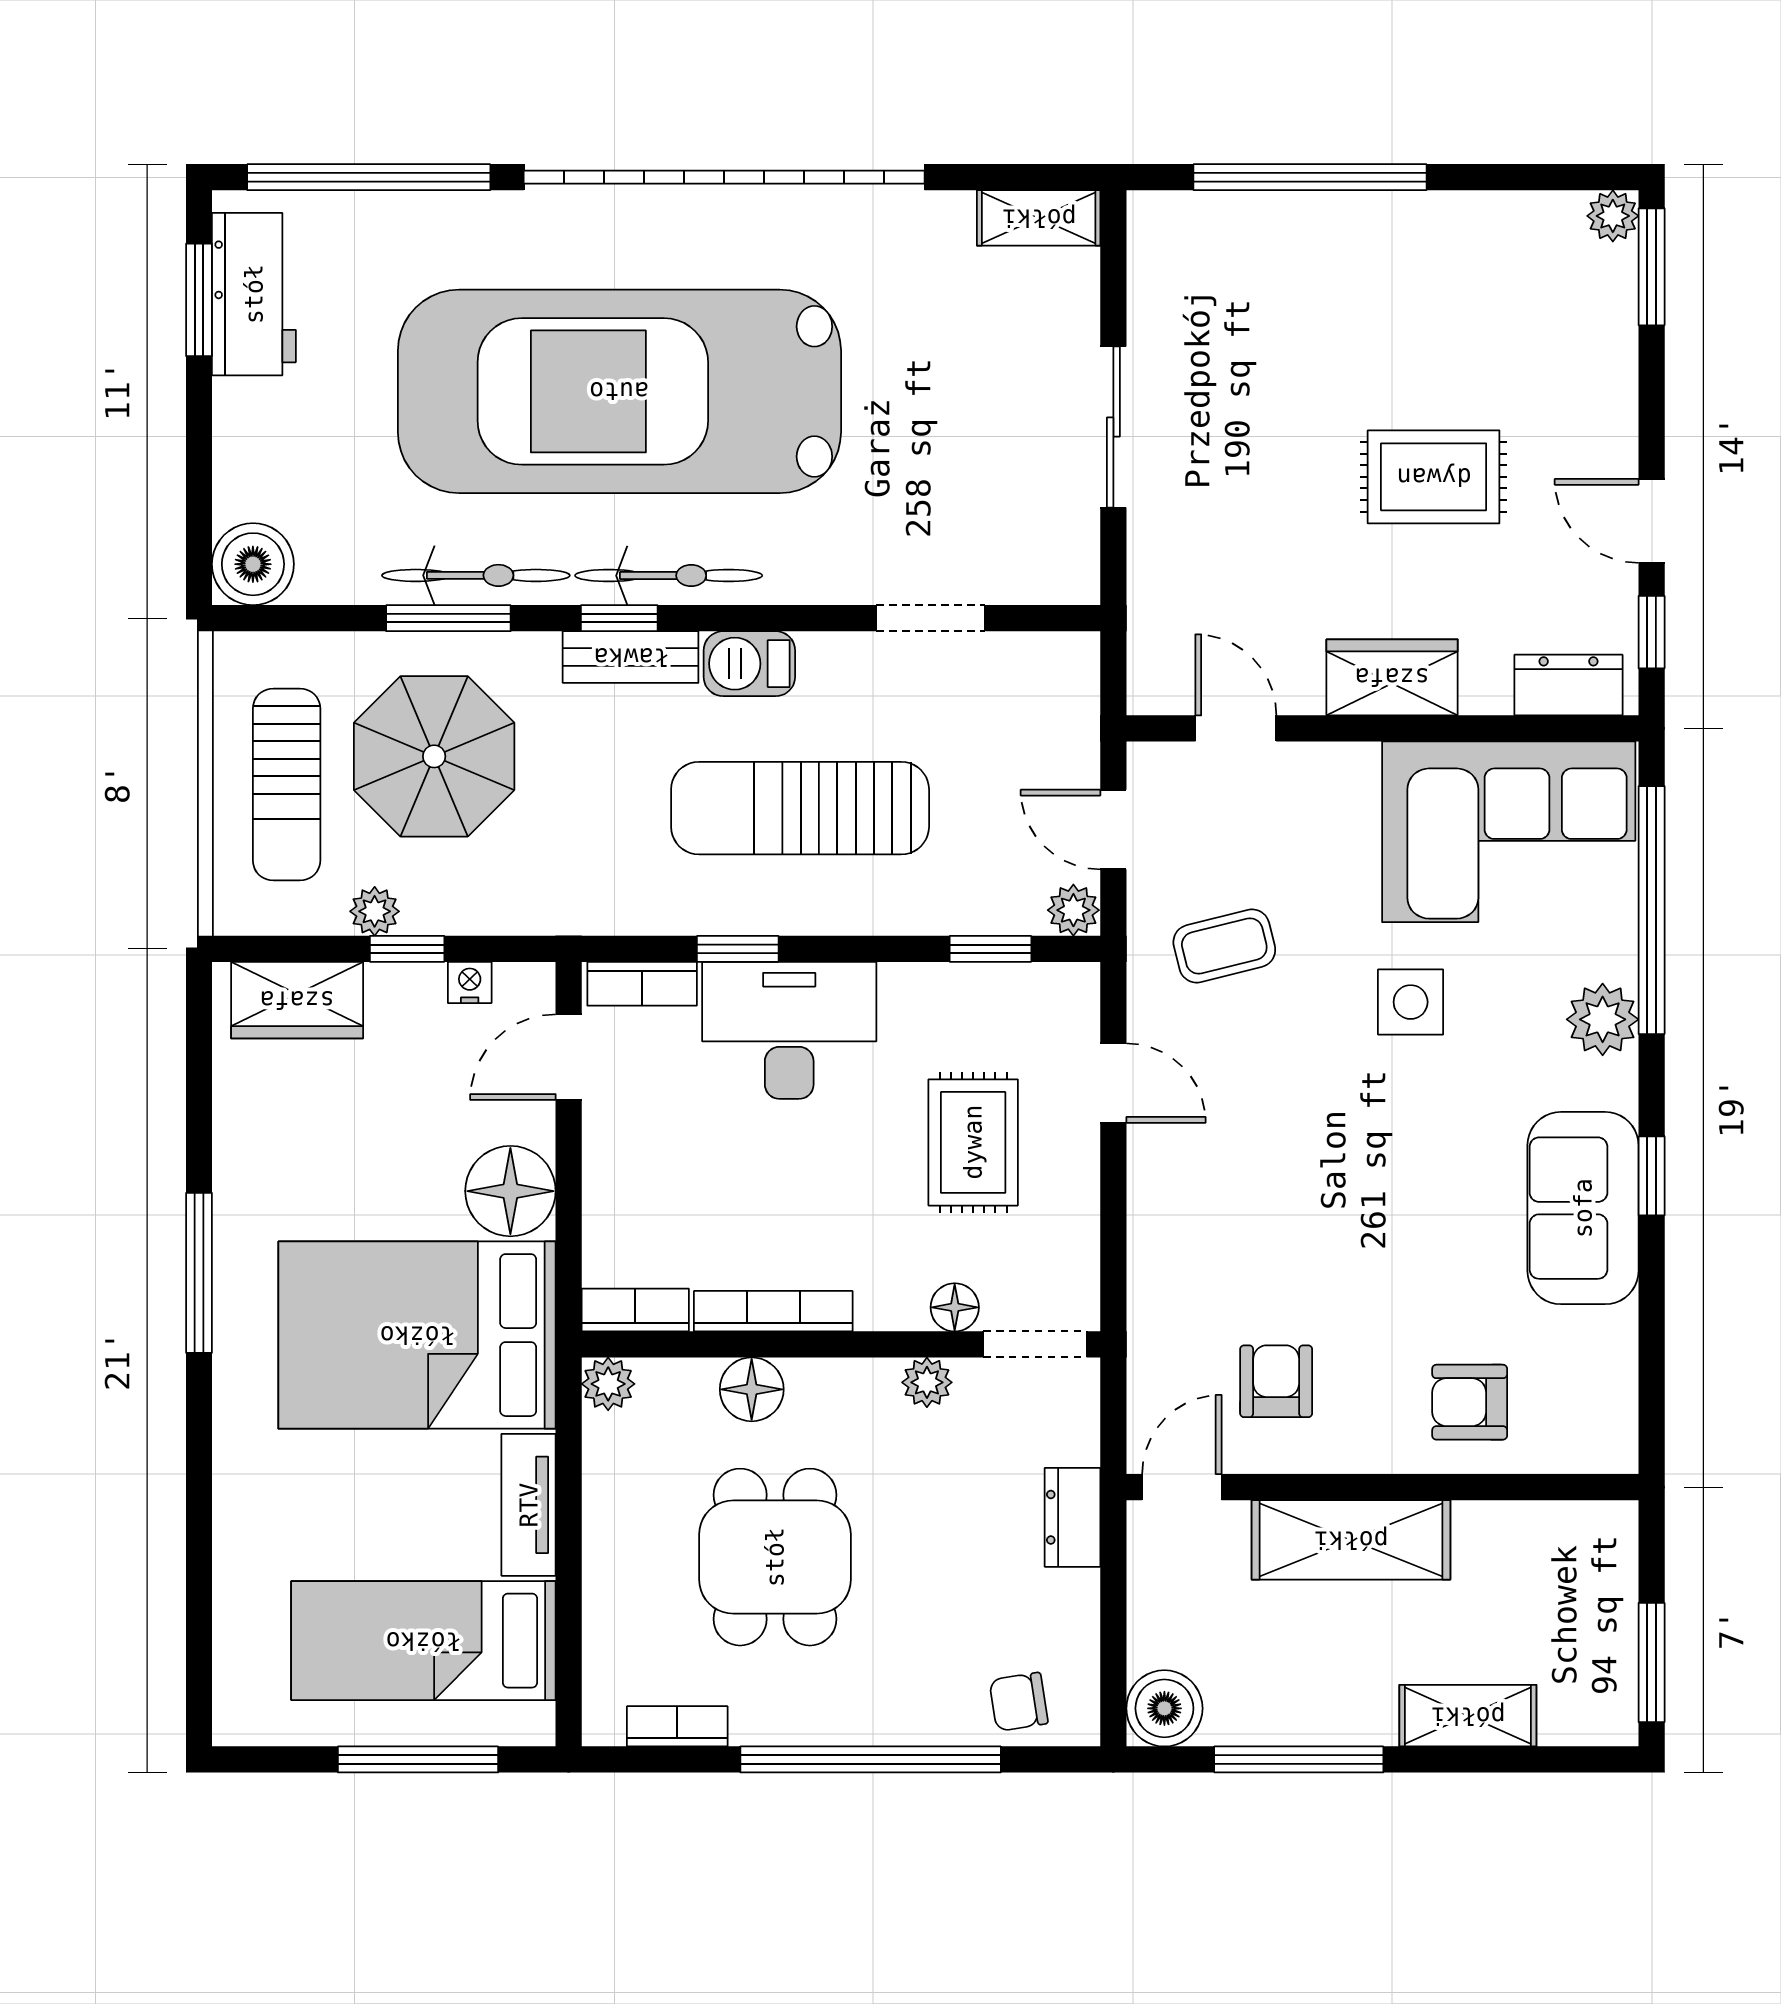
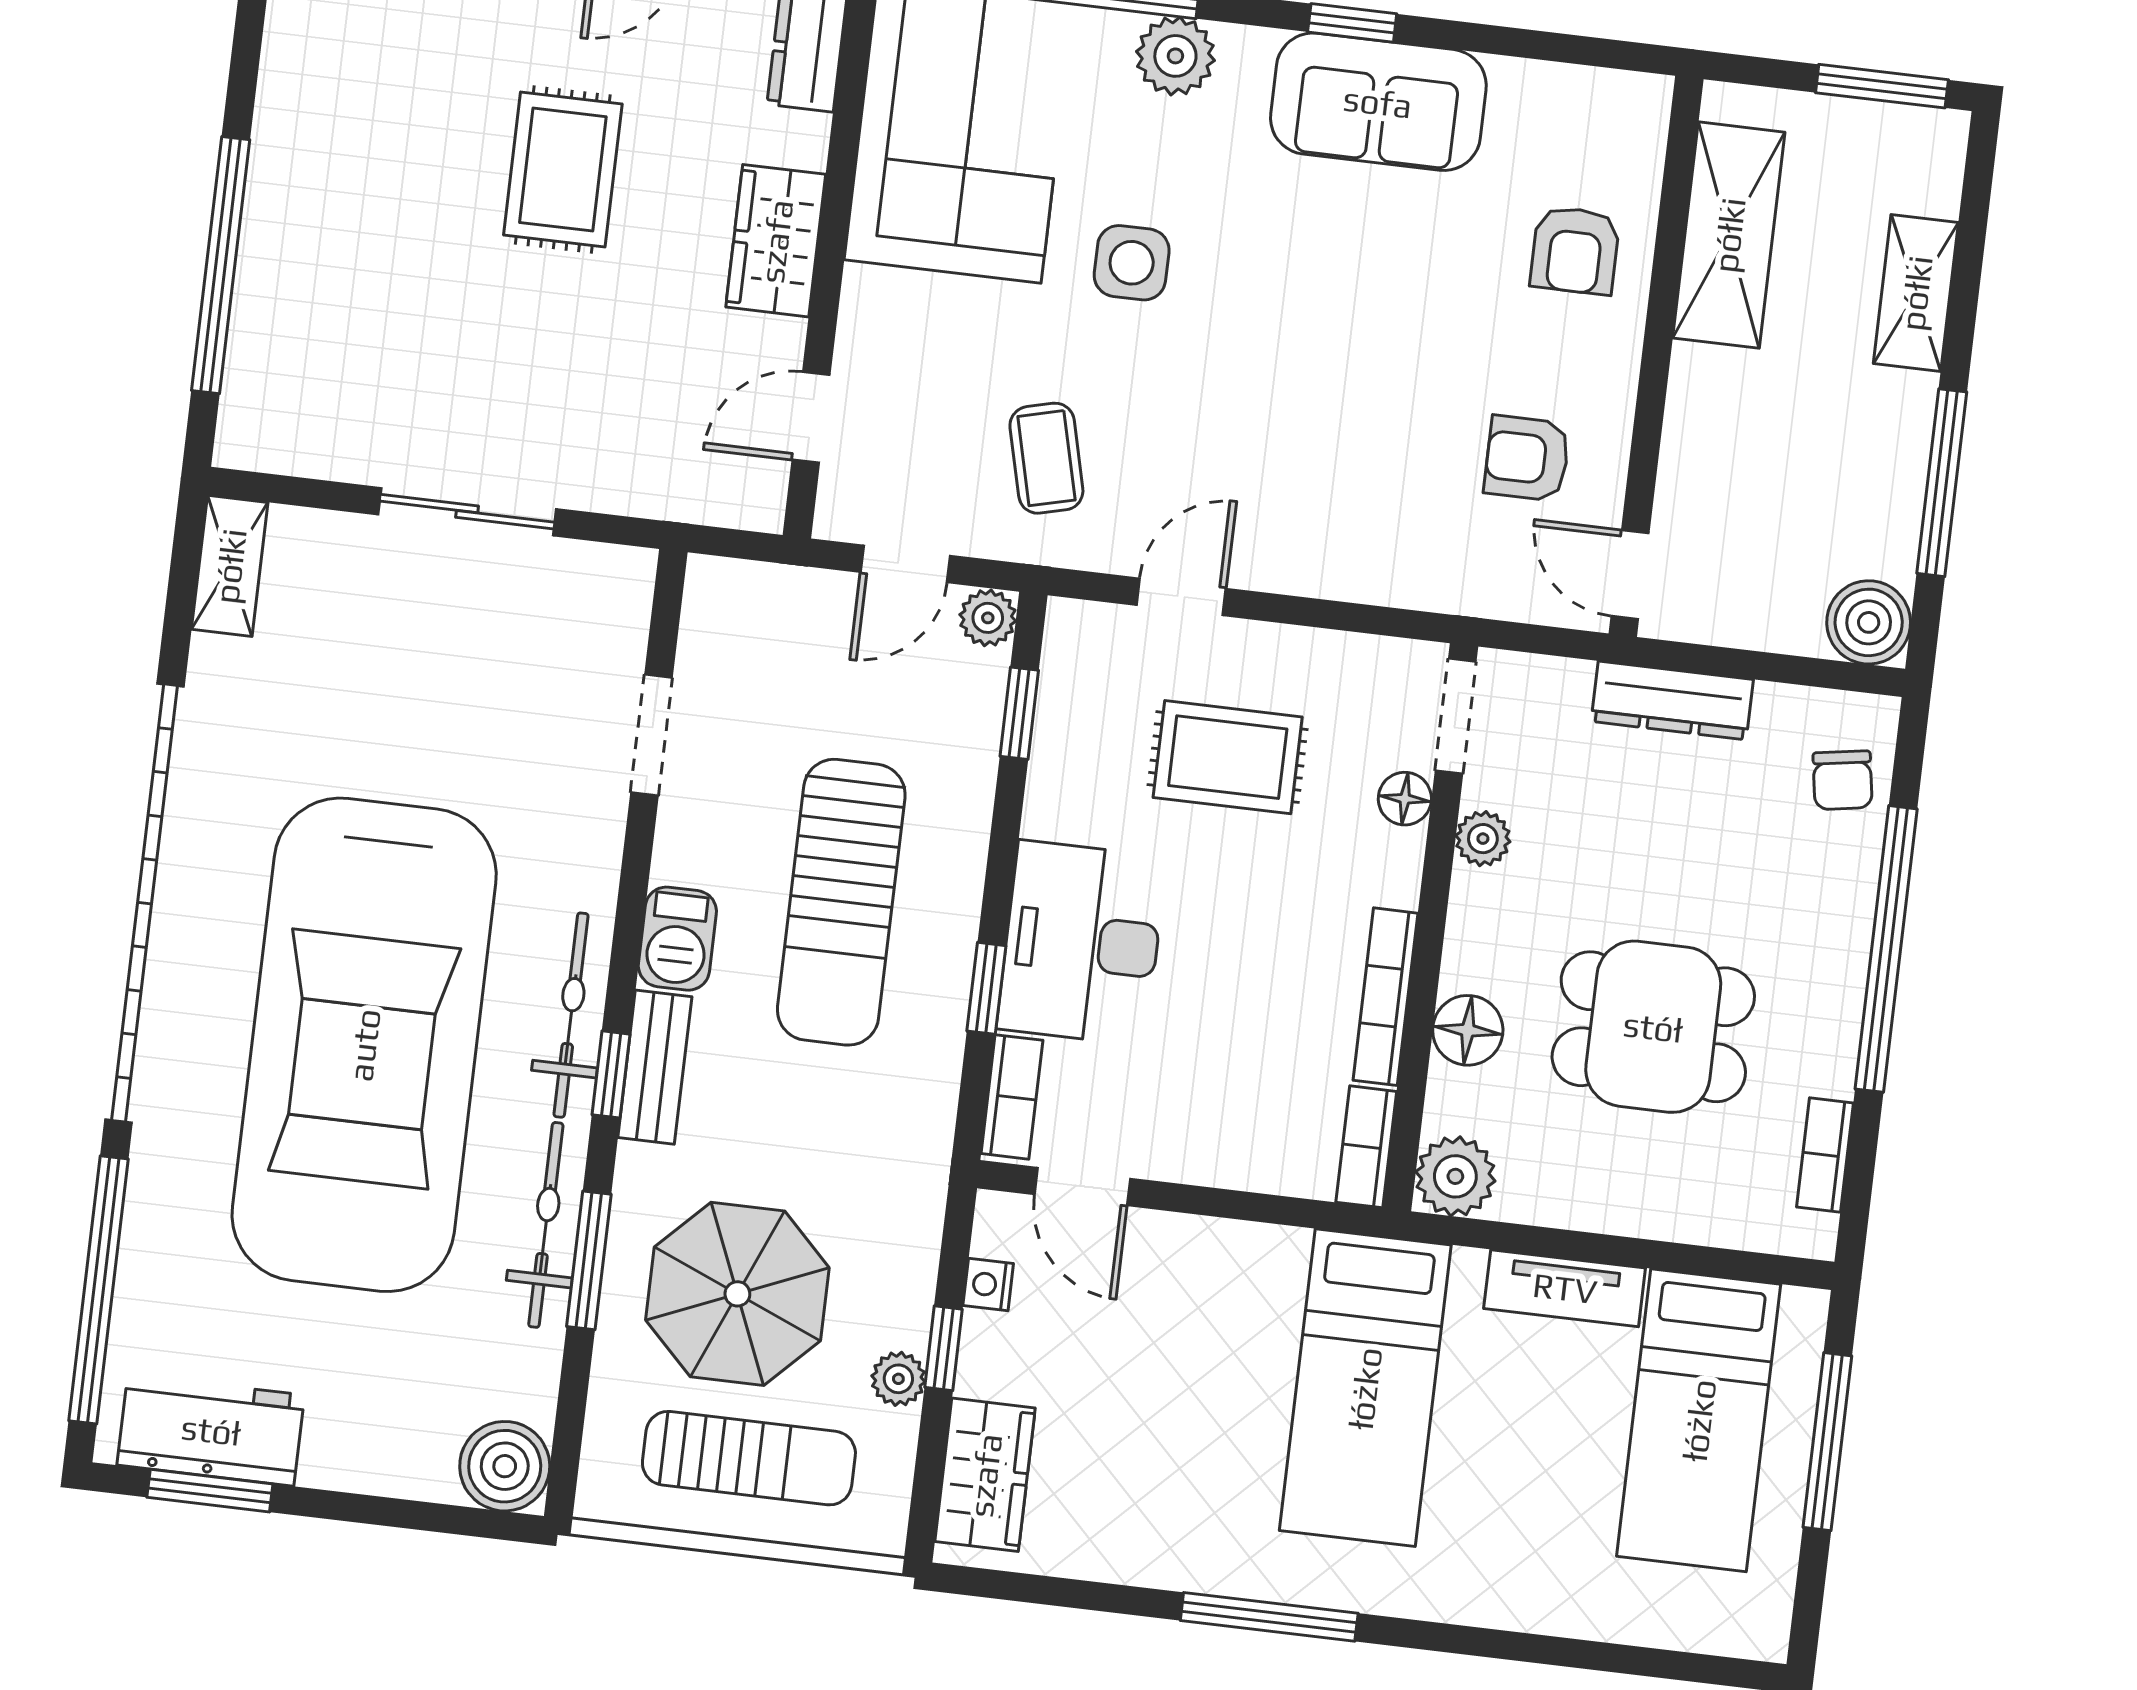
floor lamp: (510, 1191) -> (1221, 1267), removed
bed: (417, 1335) -> (1365, 1388), width x0.67
plant: (608, 1384) -> (1455, 1176), width x1.38, depth x1.38
dresser: (1073, 1517) -> (1672, 700), width x1.44
shelving: (1351, 1540) -> (1729, 235), moved

